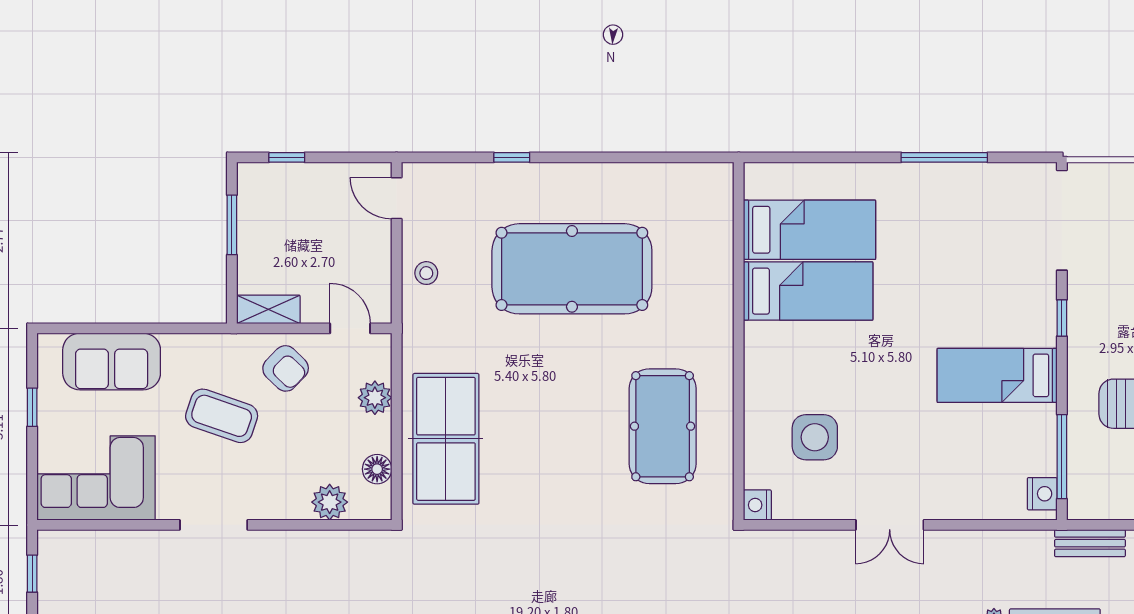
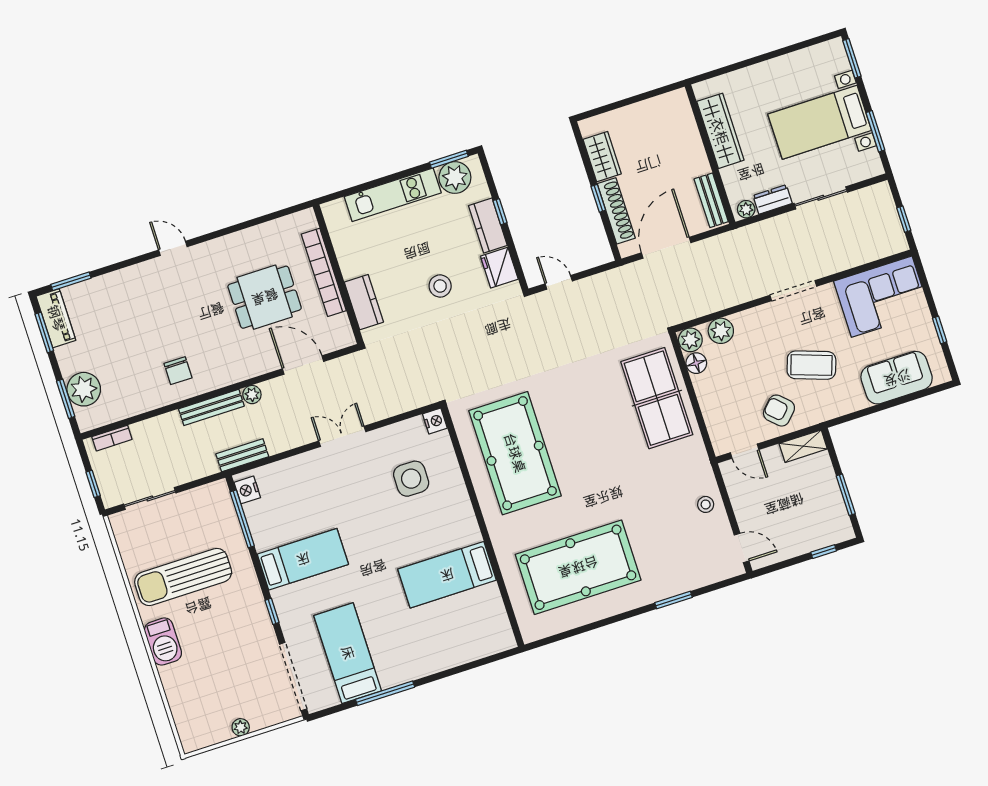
window: (512, 157) -> (674, 600), width x1.50
bed: (809, 230) -> (348, 653), moved, turned 90
pool table: (572, 269) -> (578, 567), moved
plant: (375, 398) -> (690, 340), moved
pool table: (663, 426) -> (515, 453), width x1.36, depth x1.32
bench: (1090, 543) -> (242, 455), moved

